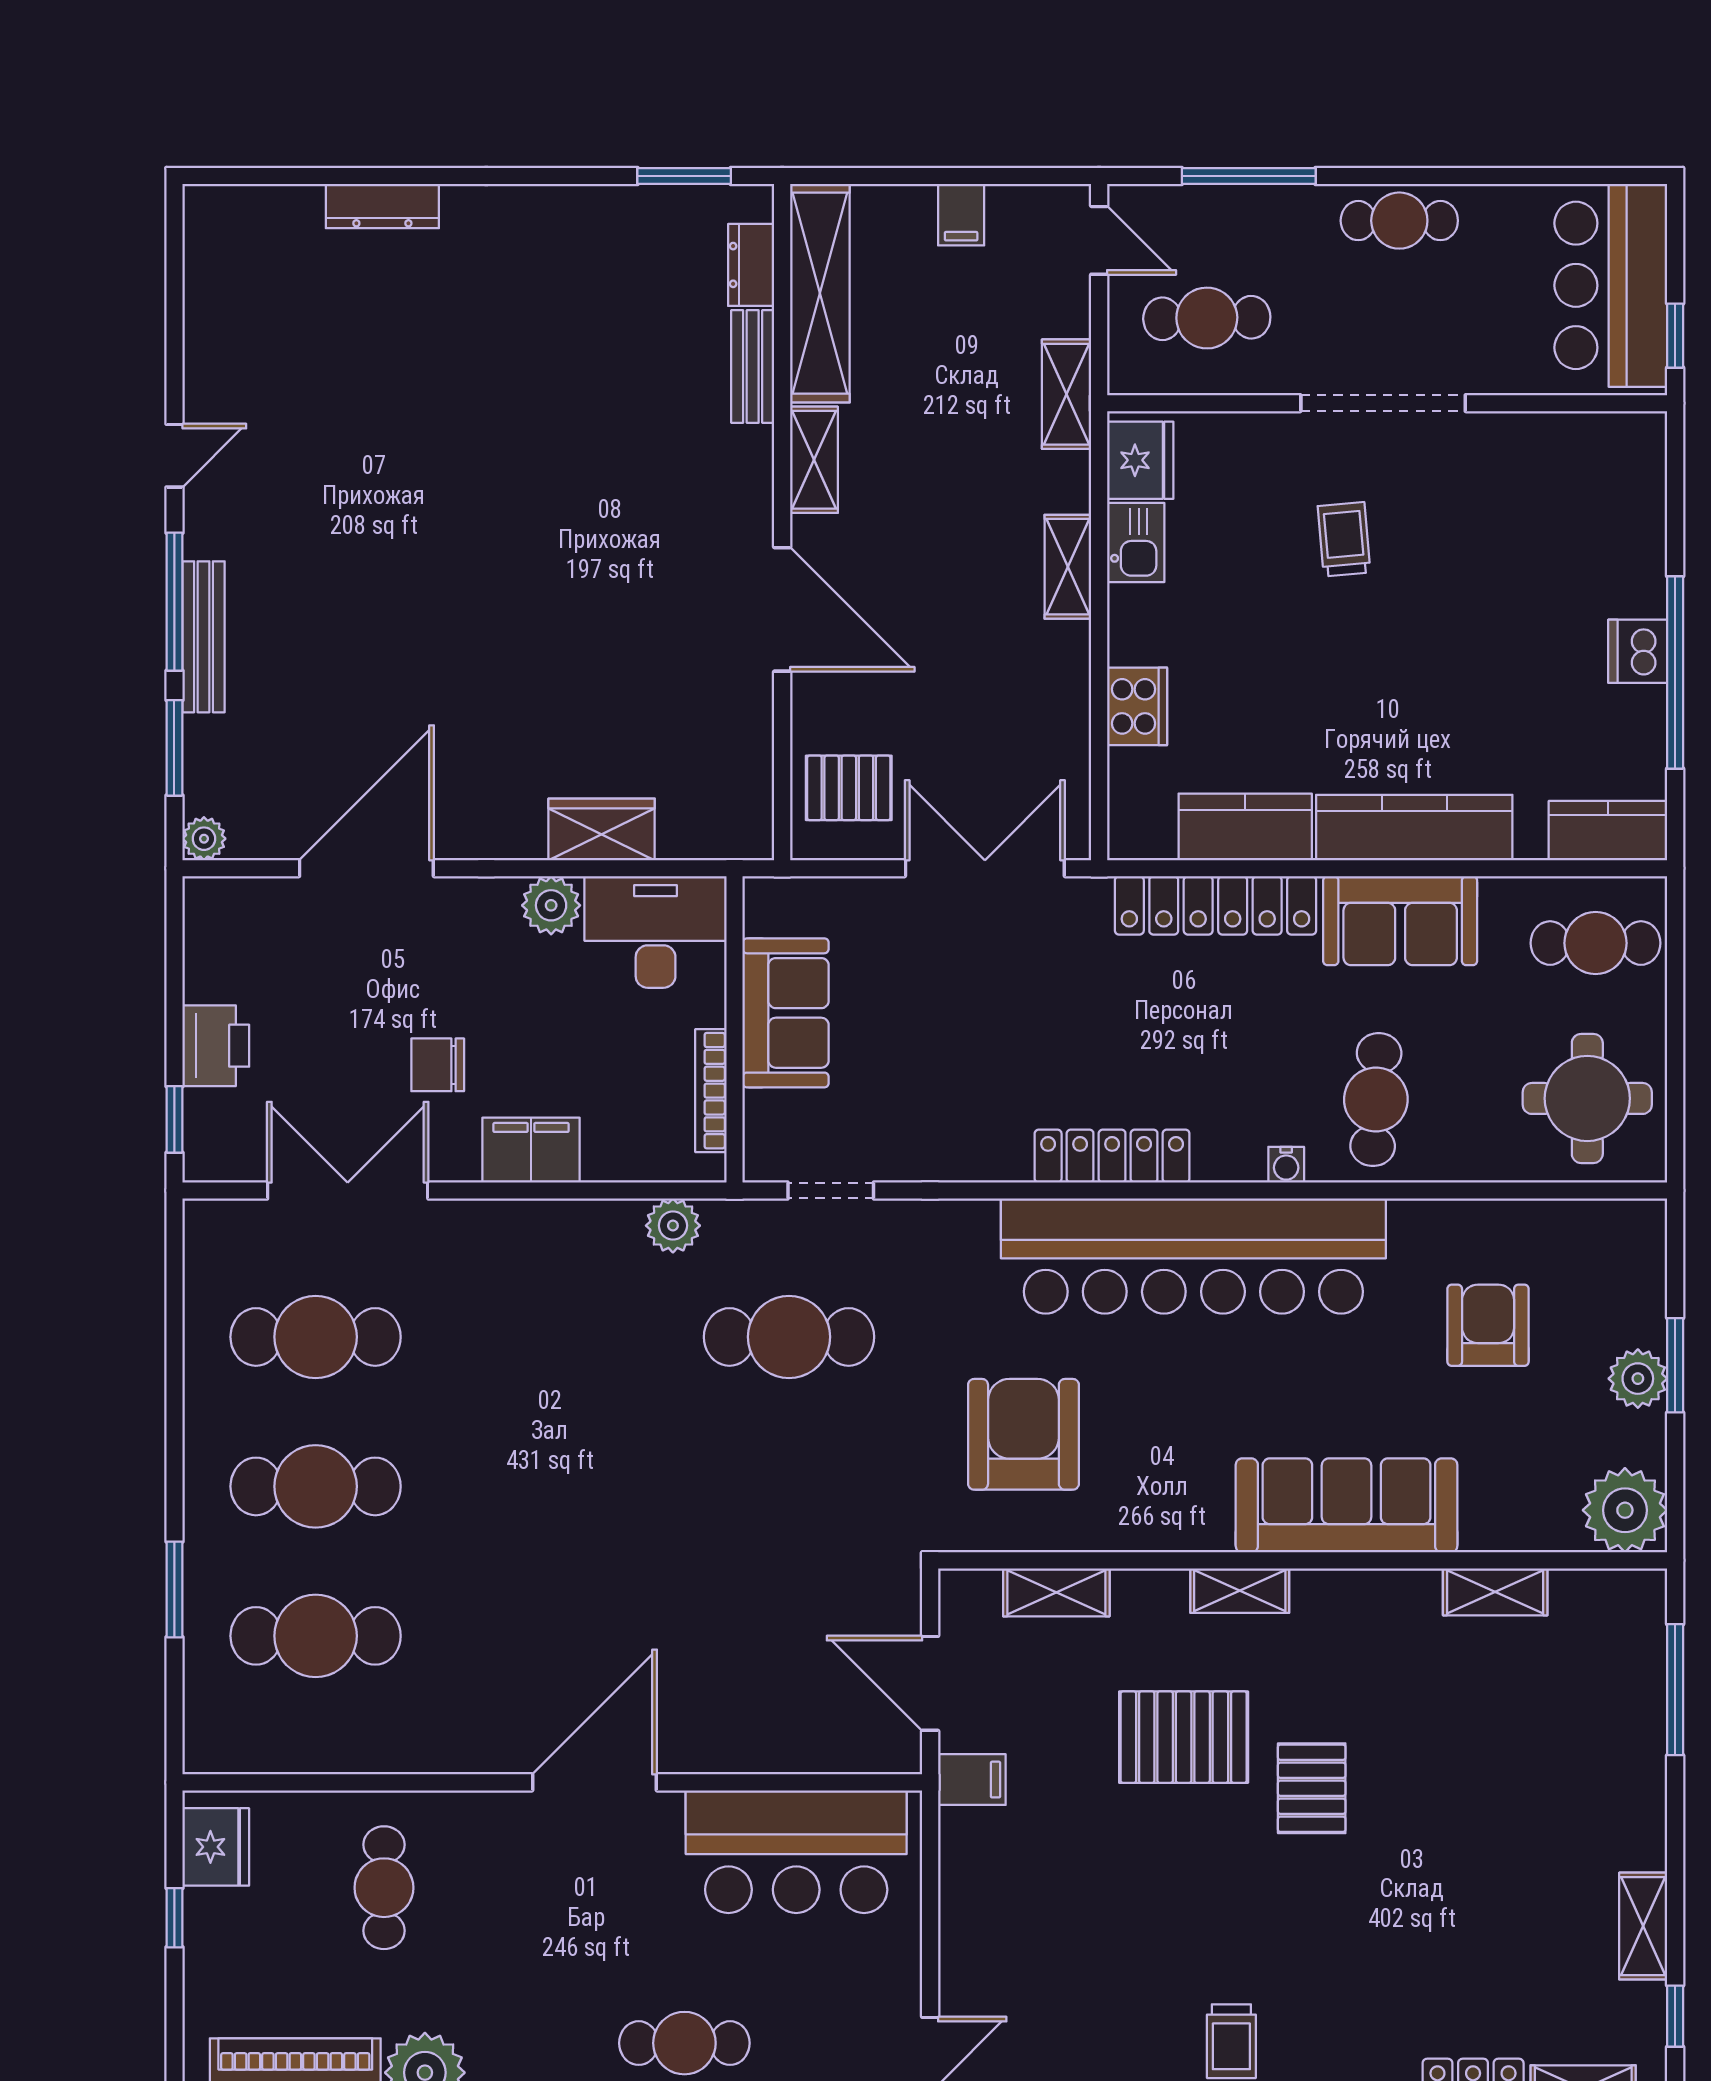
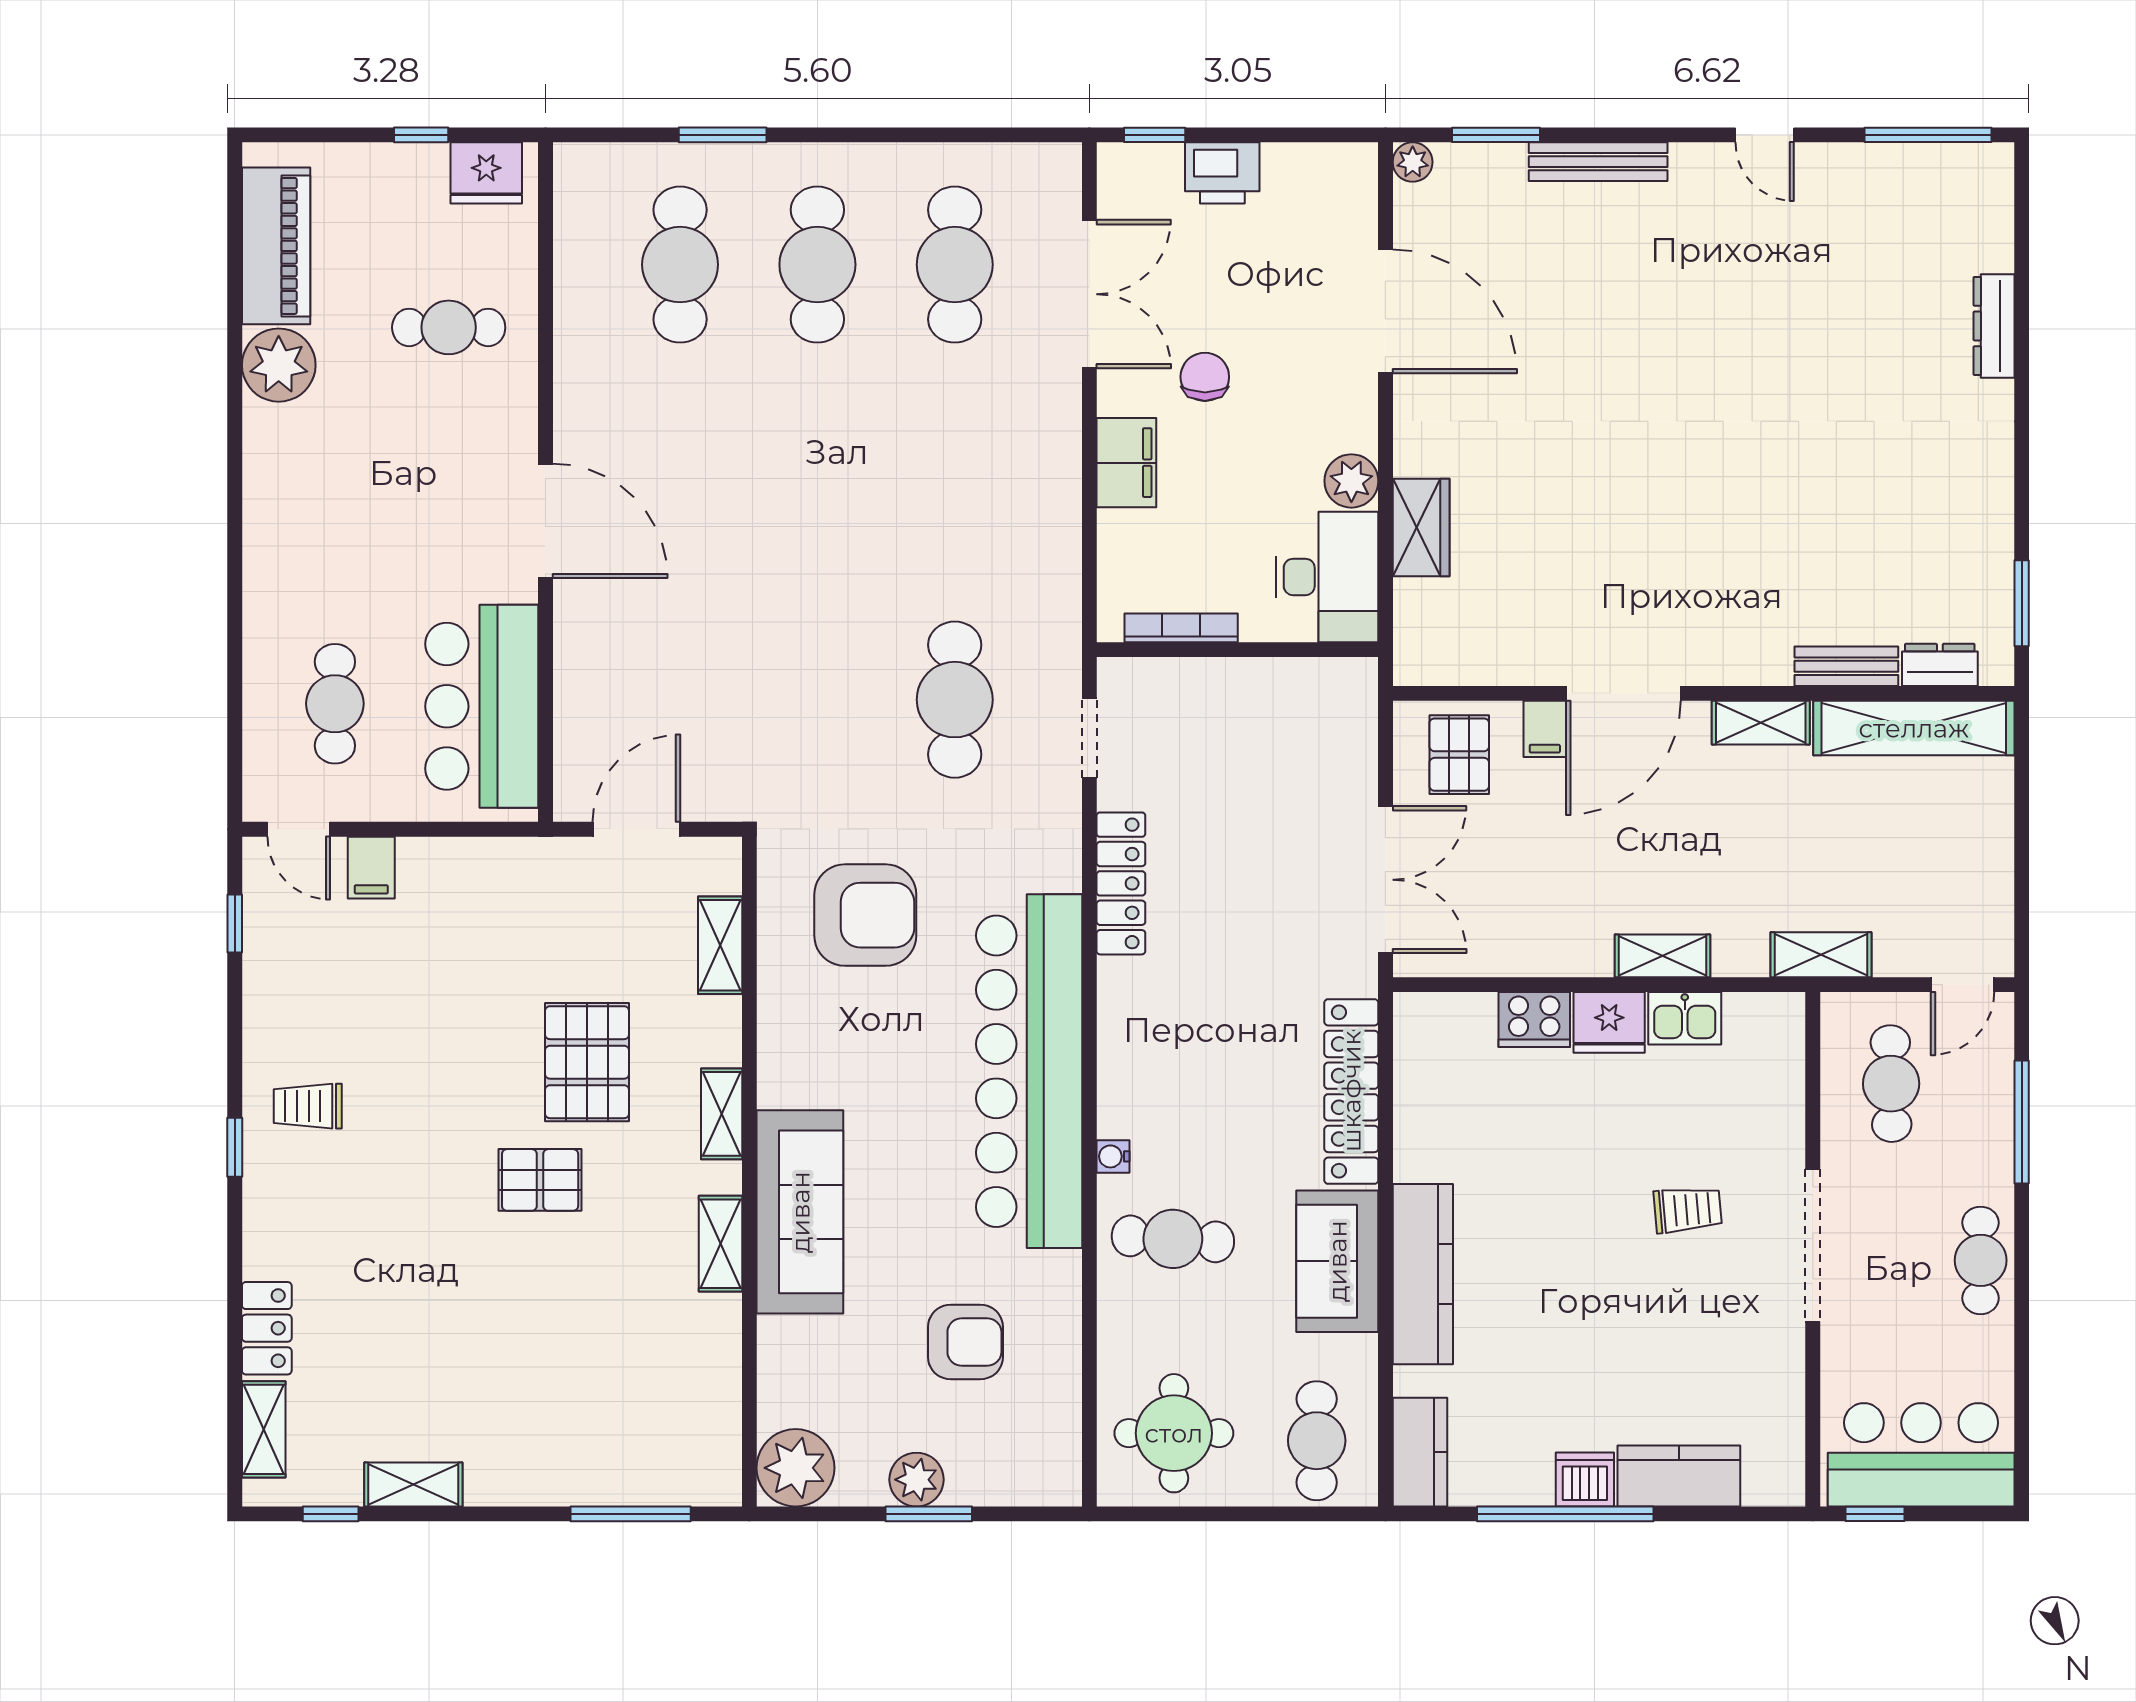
filing cabinet: (961, 215) -> (1545, 729), moved, turned -90
fridge: (1140, 460) -> (1609, 1022), moved
window: (174, 602) -> (1928, 135), moved
kitchen counter: (1245, 827) -> (1679, 1476), moved, turned -90
sofa: (786, 1013) -> (1253, 697), removed
locker: (1112, 1156) -> (1121, 883), moved
plant: (673, 1226) -> (1057, 593), removed
shelving: (1495, 1592) -> (721, 1244), moved
filing cabinet: (972, 1780) -> (371, 868), moved
cafe table: (684, 2043) -> (335, 704), moved

